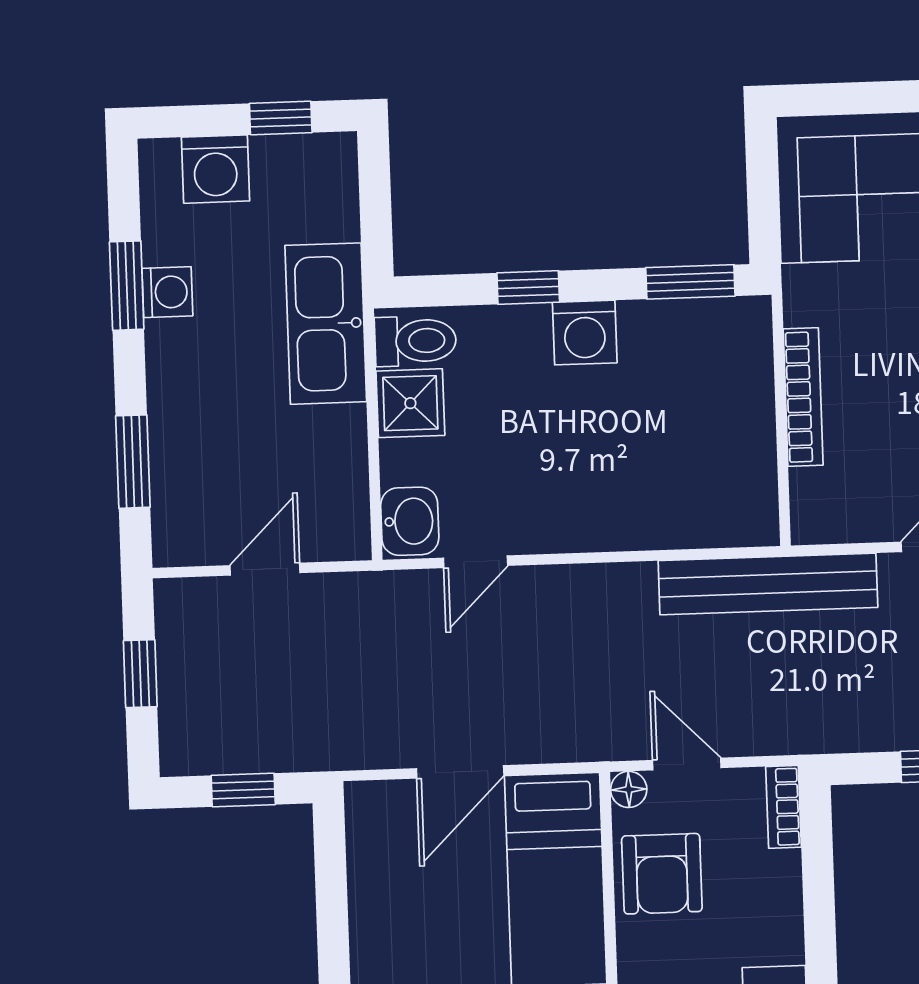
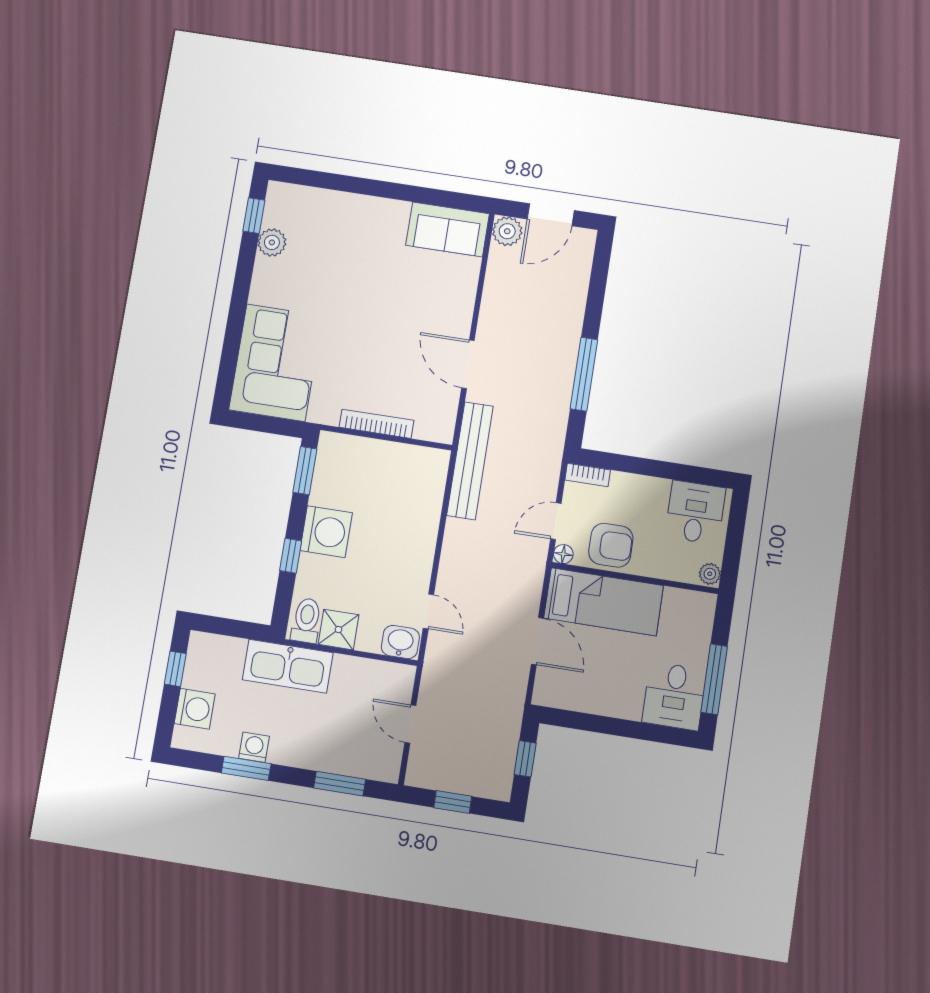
washing machine: (585, 333) -> (326, 532), width x1.37, depth x1.37

